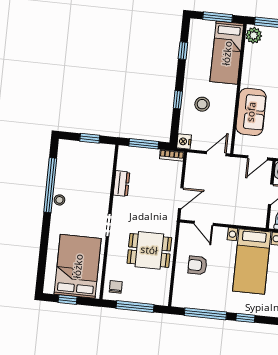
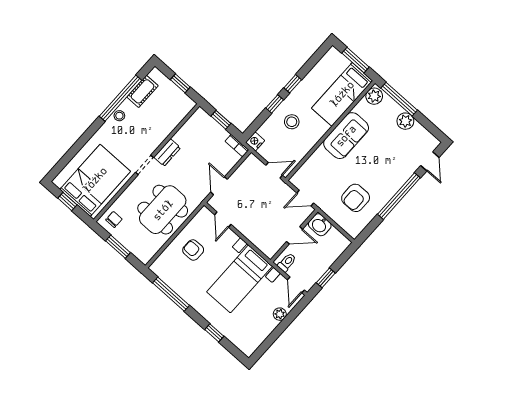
window: (183, 51) -> (293, 84), moved
sofa: (251, 112) -> (346, 136), moved
window: (144, 144) -> (221, 120), width x0.67
cot: (64, 167) -> (143, 91), added
dresser: (121, 184) -> (167, 152), moved
door: (181, 198) -> (219, 186), swing flipped
dining table: (149, 250) -> (163, 210), width x1.38
window: (135, 307) -> (118, 247), width x0.69
window: (245, 318) -> (214, 333), moved

